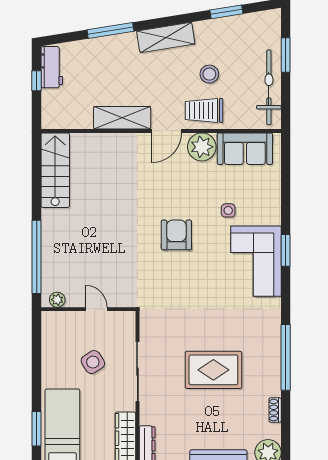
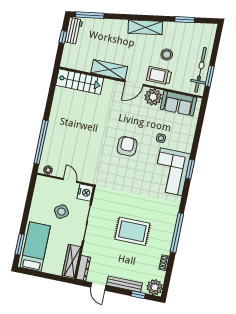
window: (110, 30) -> (90, 15), moved
window: (286, 55) -> (210, 76), moved
stairs: (55, 170) -> (80, 82), moved, turned 90
nightstand: (124, 323) -> (85, 193), added

